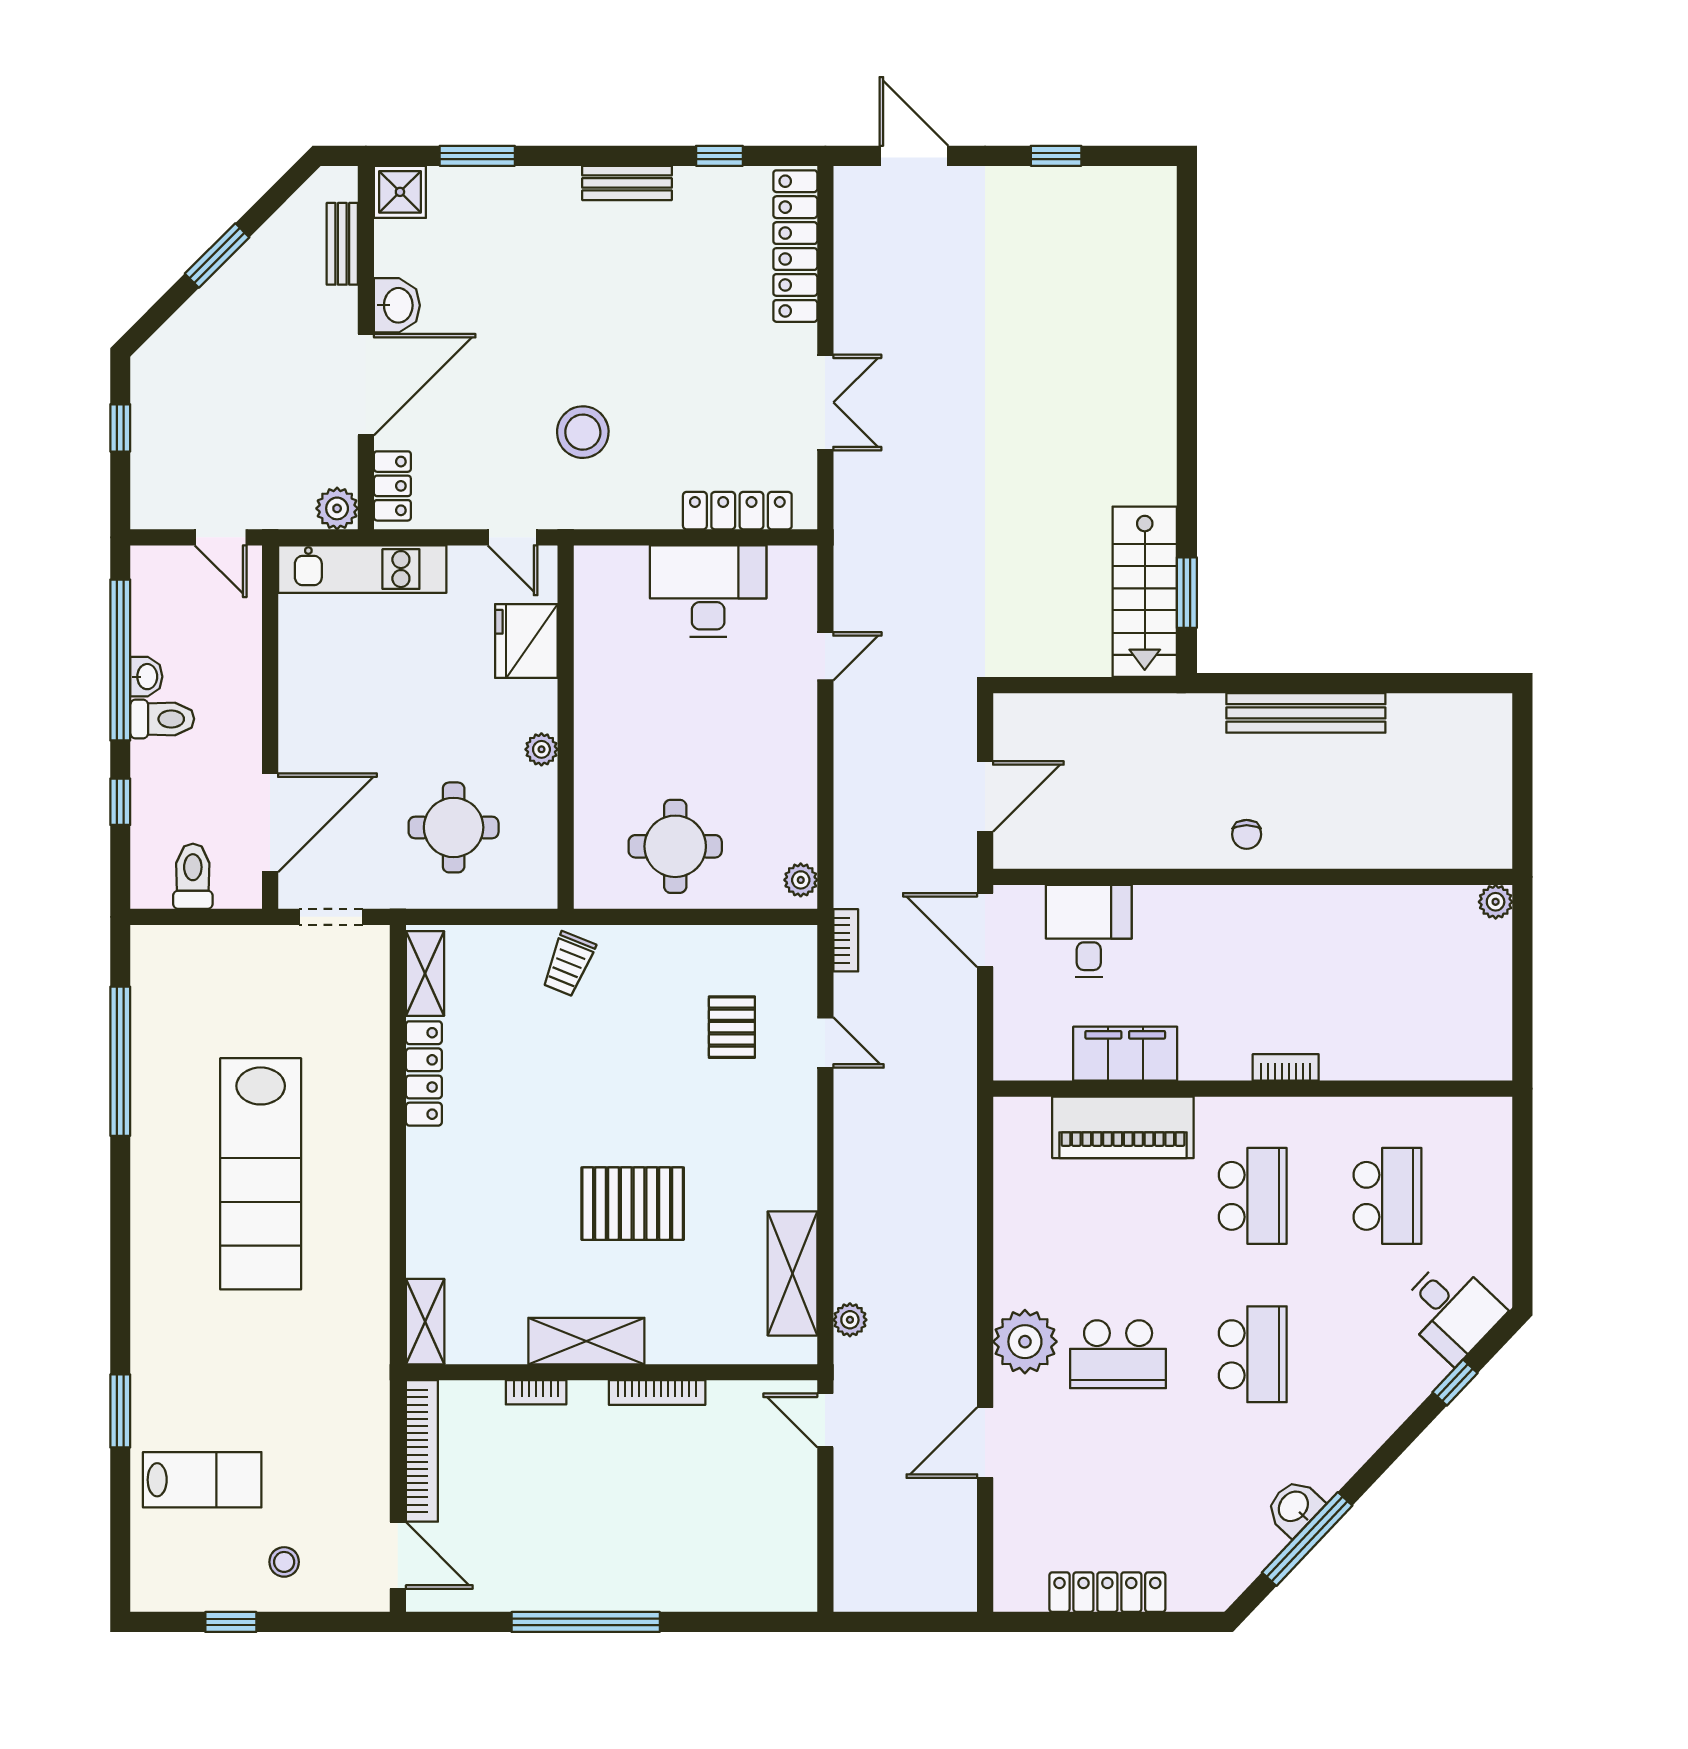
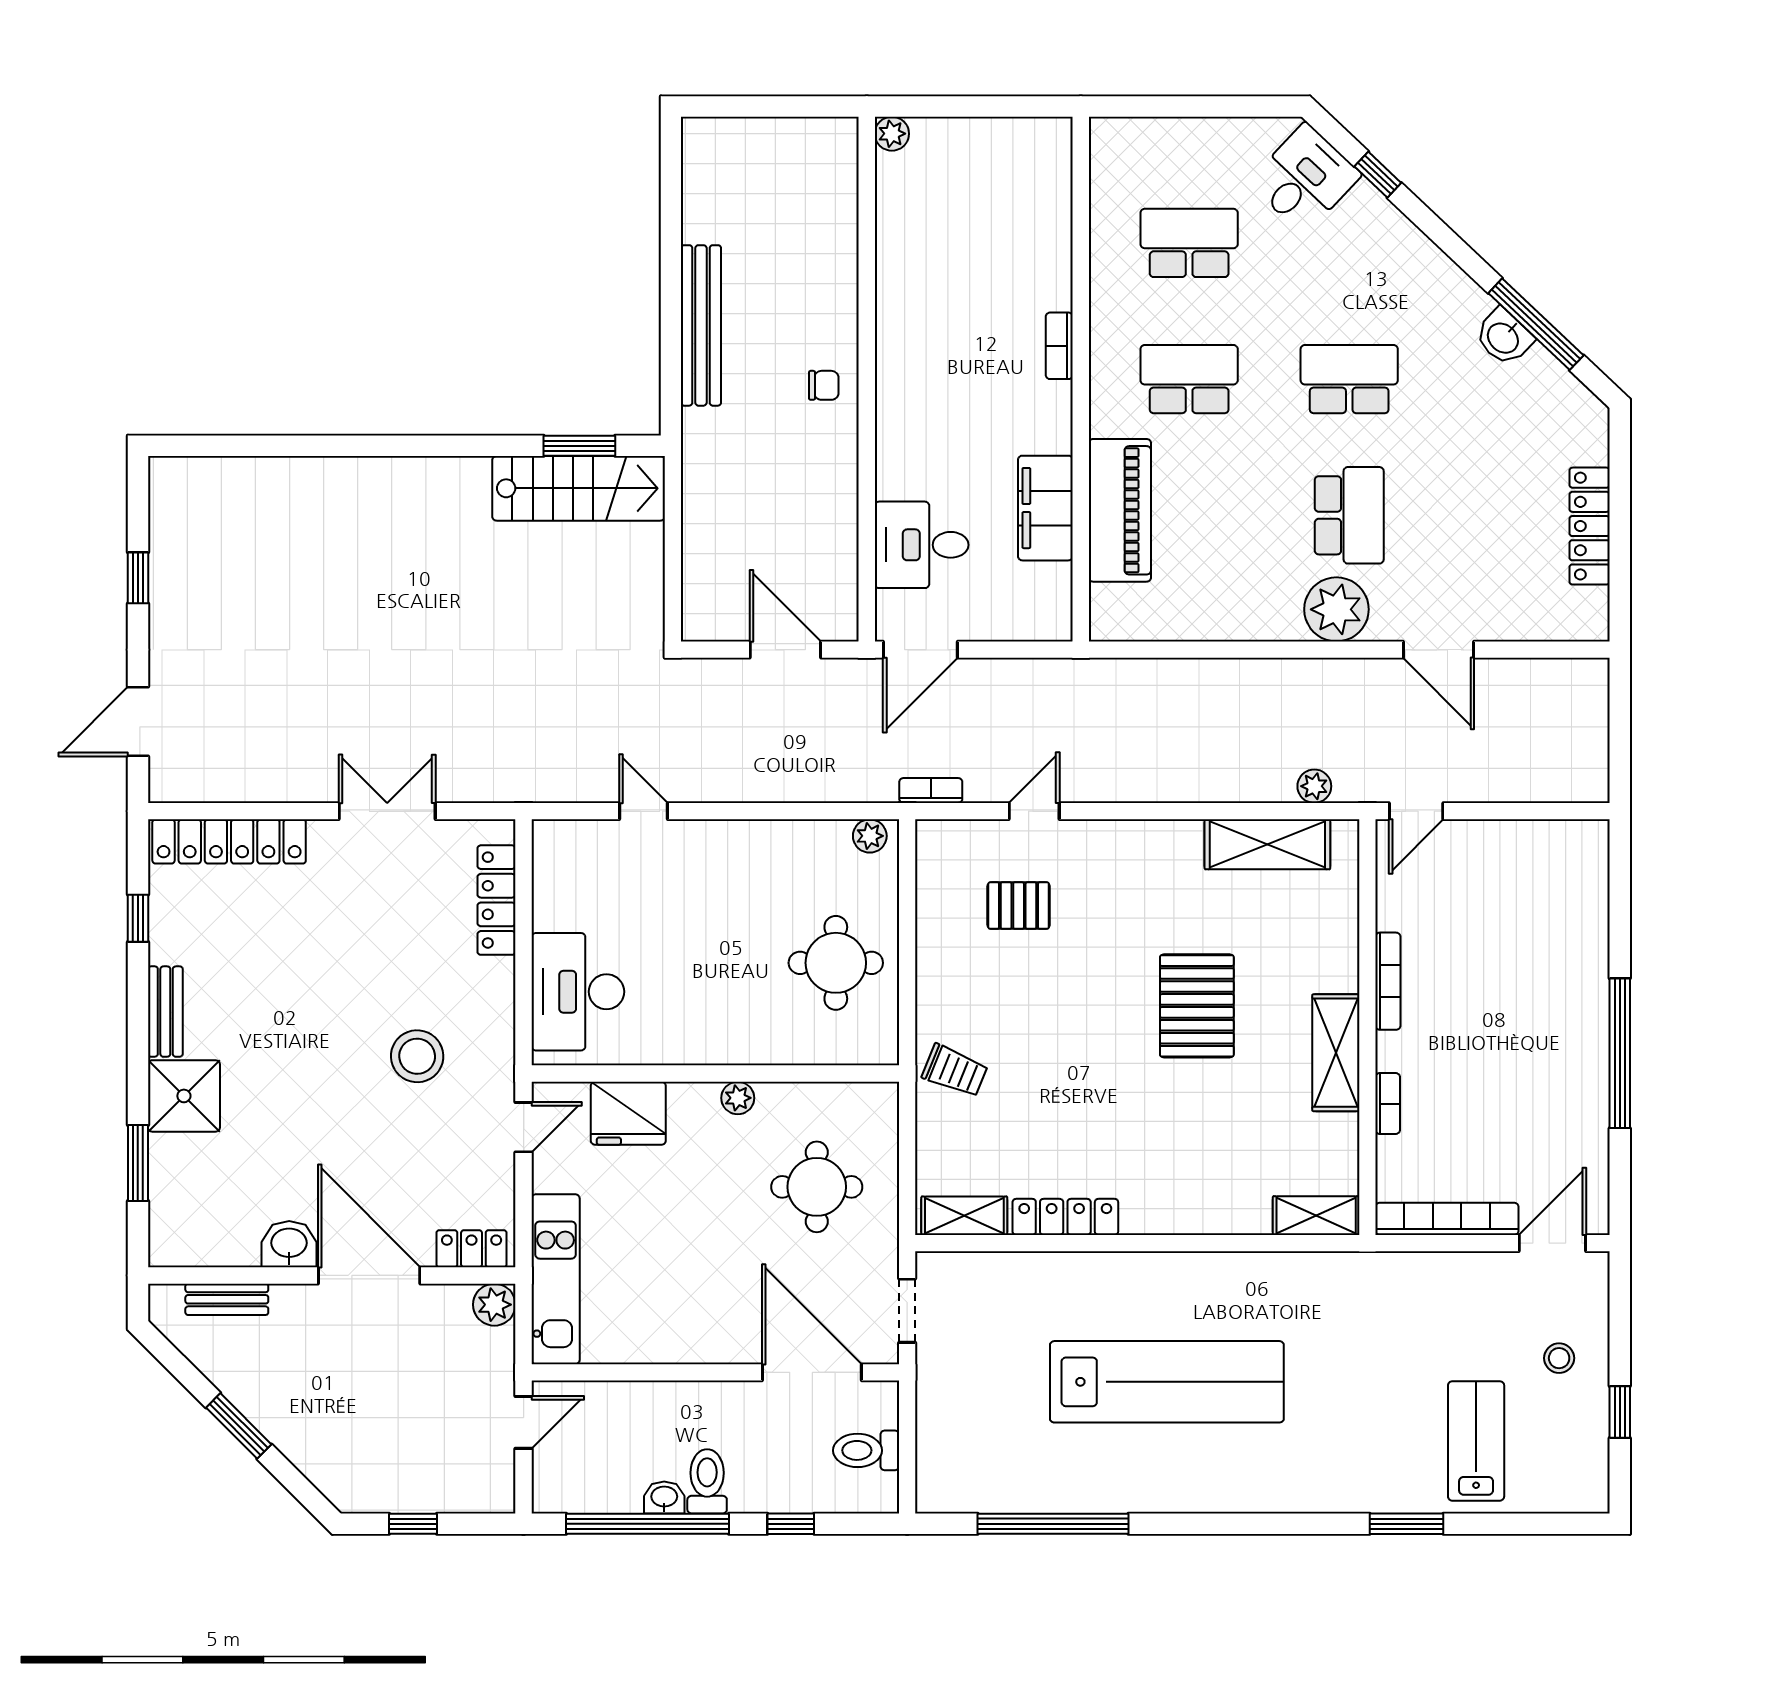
shower: (400, 192) -> (184, 1096), moved, width x1.36, depth x1.36
desk: (708, 591) -> (578, 992), moved

